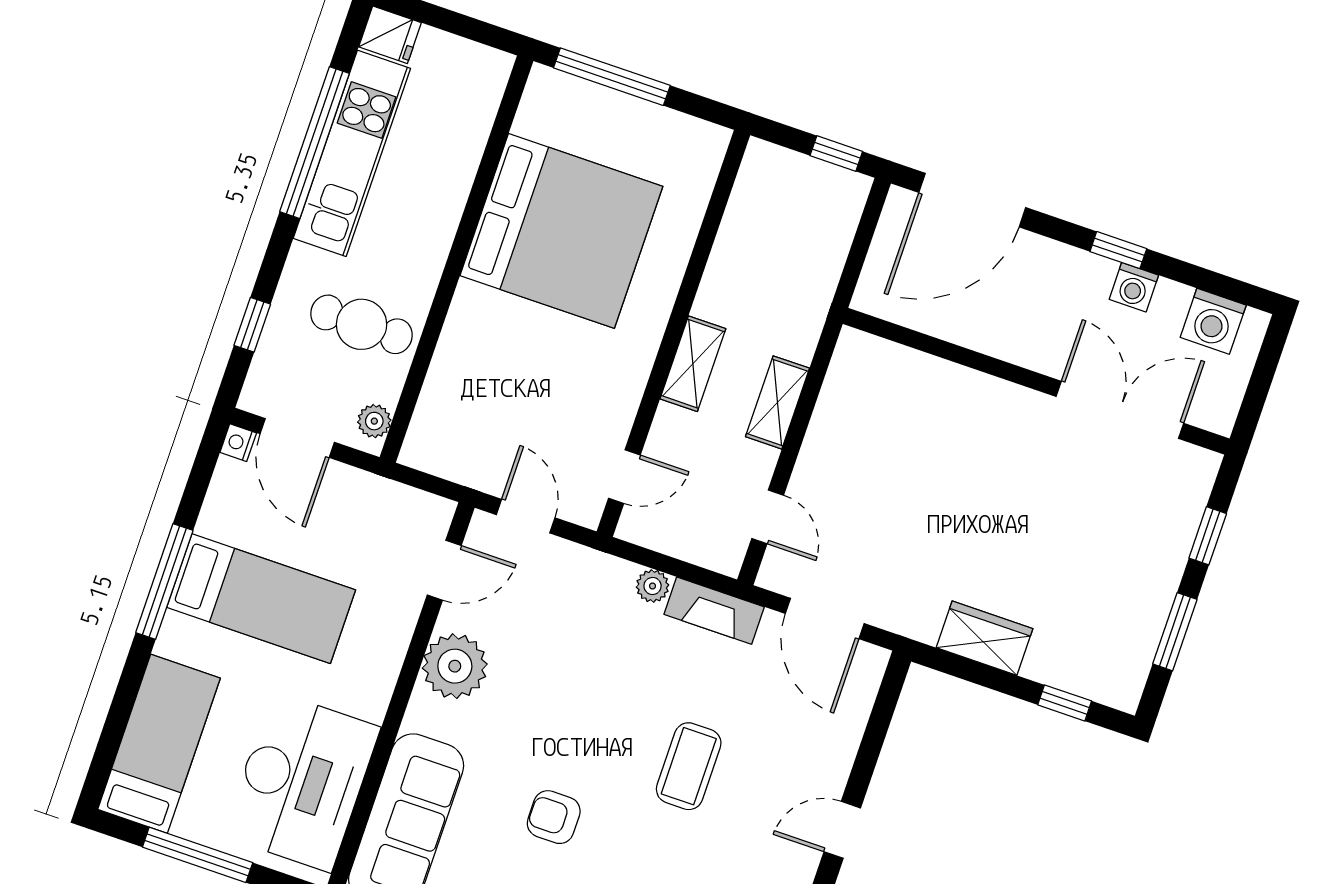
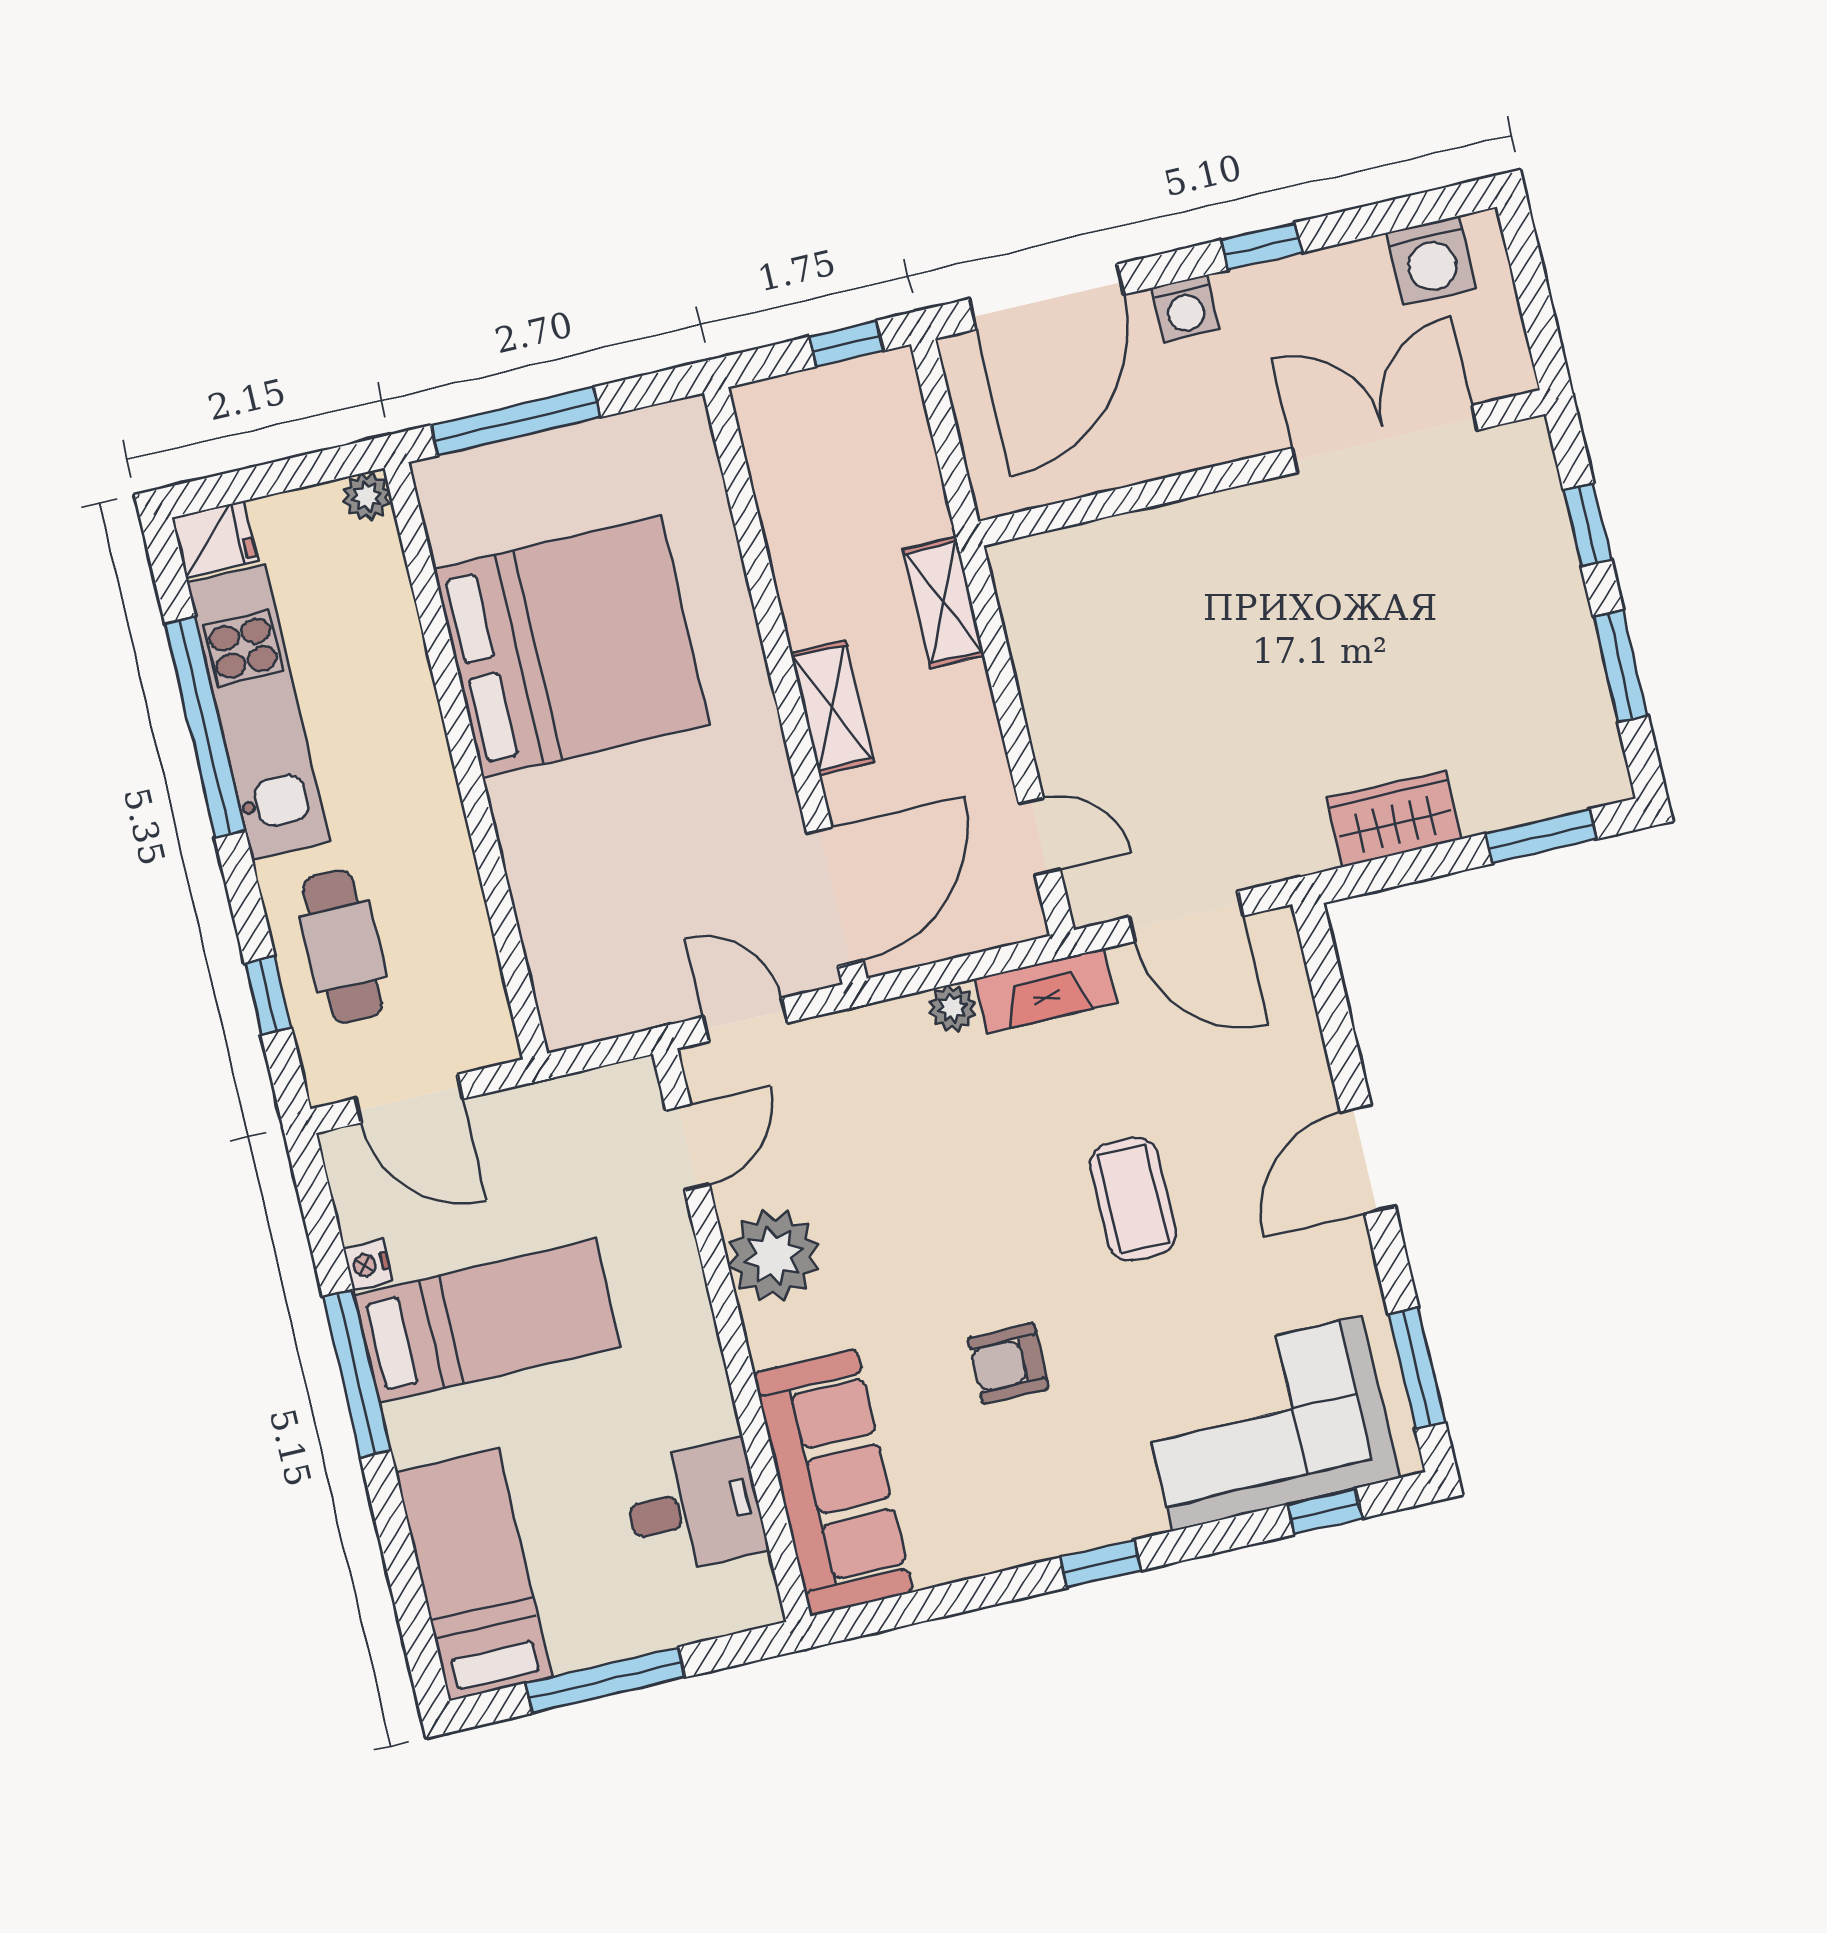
washing machine: (1134, 287) -> (1185, 308), moved
cafe table: (362, 324) -> (343, 947), moved, turned 90
shelving: (777, 402) -> (944, 603), moved
plant: (374, 421) -> (367, 496), moved
nightstand: (238, 443) -> (368, 1265), moved
door: (624, 477) -> (835, 897), width x1.87
window: (1065, 703) -> (1541, 836), width x1.50
desk: (302, 782) -> (694, 1508), width x0.53, depth x0.77
door: (842, 830) -> (1368, 1159), width x1.38

